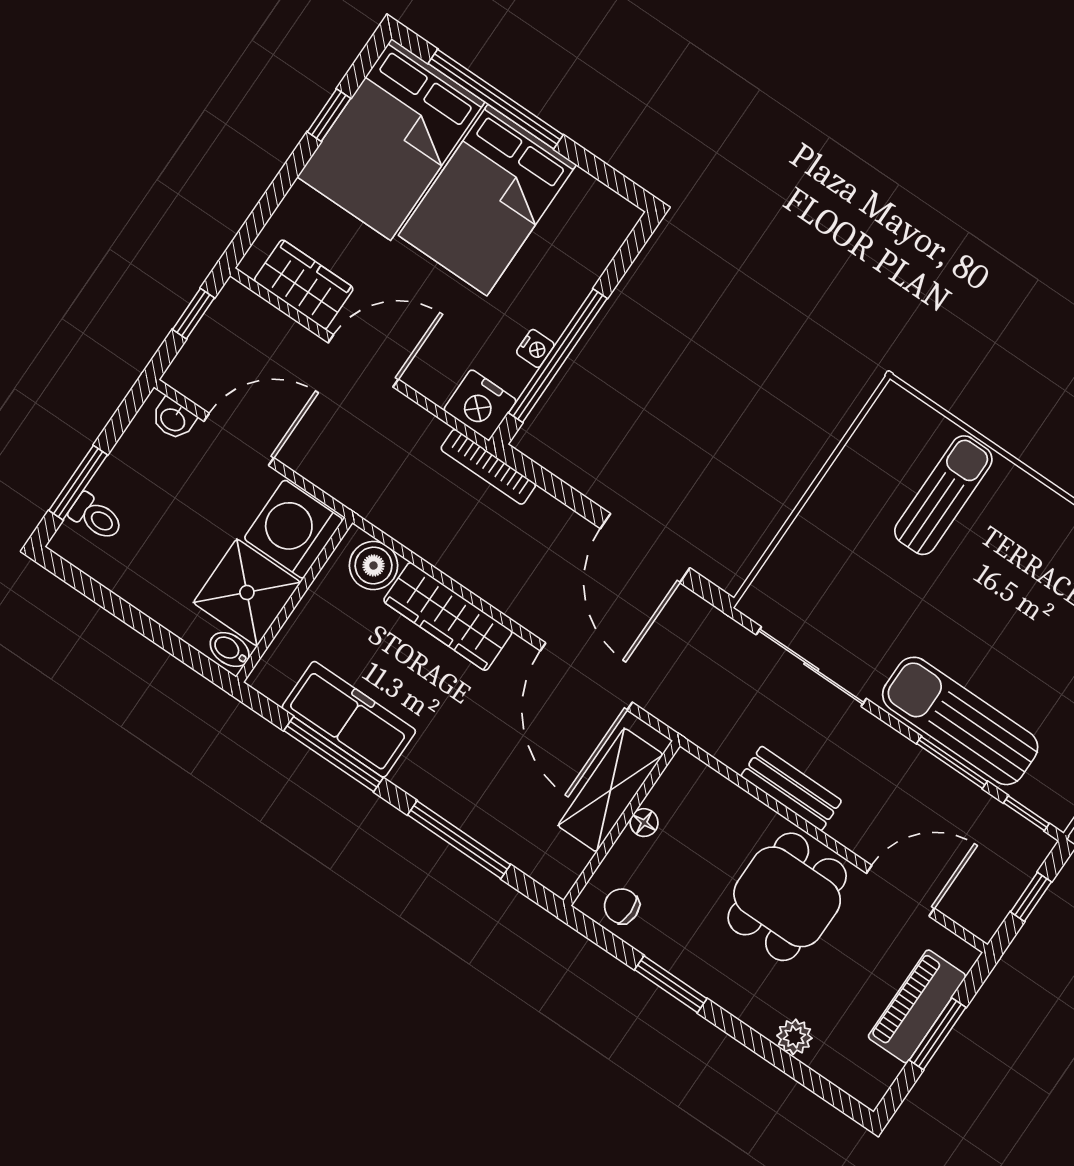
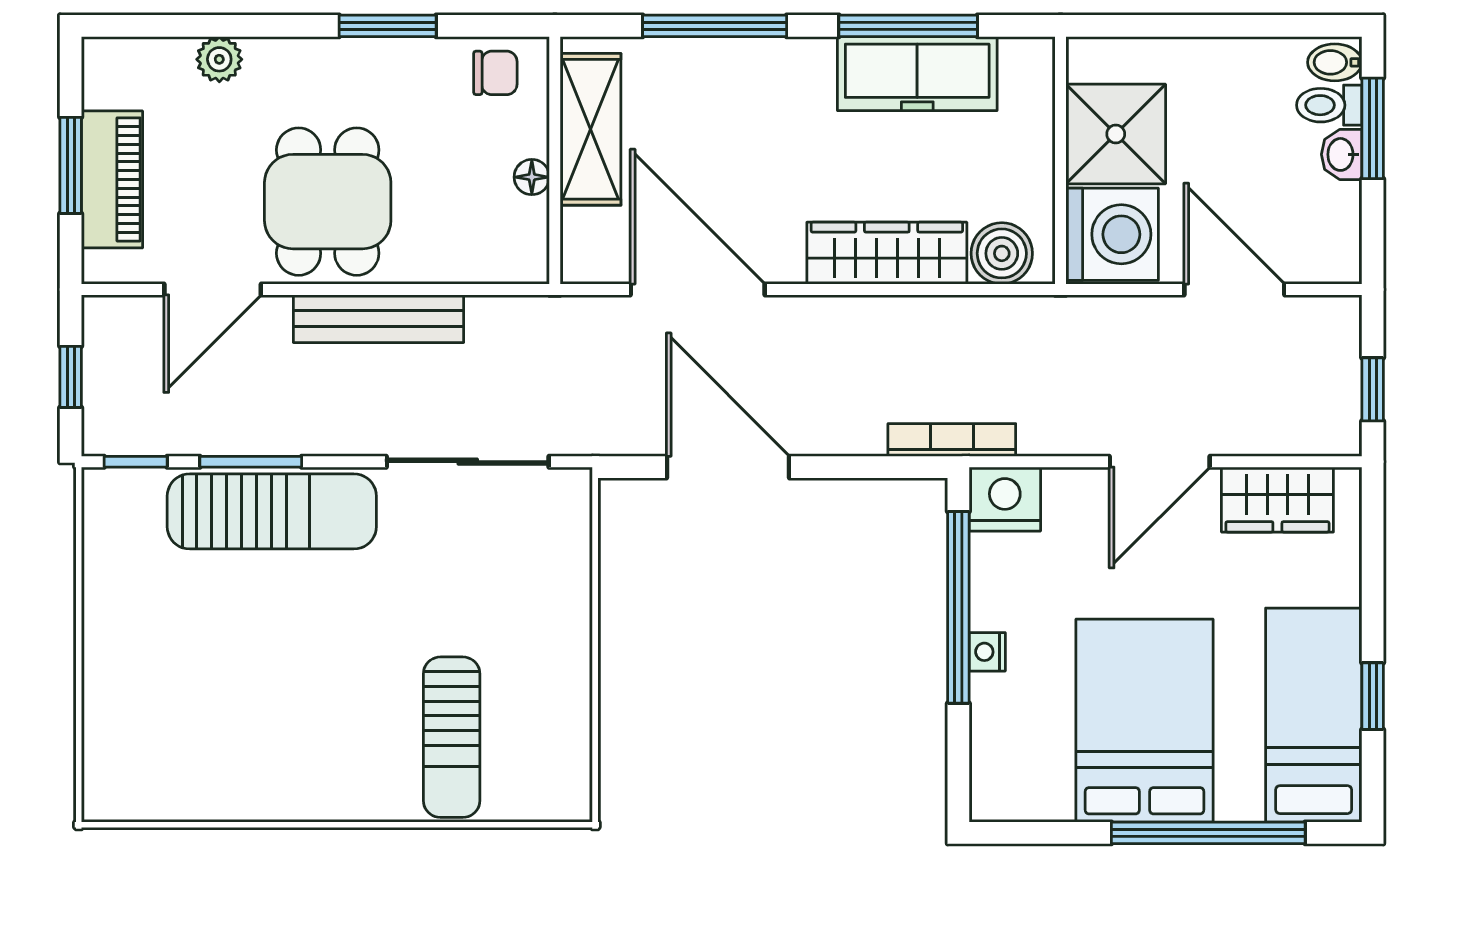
bed: (391, 139) -> (1314, 715), width x0.67
nightstand: (535, 348) -> (987, 652), moved
washbasin: (173, 419) -> (1342, 154), moved, turned -90
door: (239, 439) -> (1234, 289), swing flipped
bidet: (230, 649) -> (1335, 62), moved, turned 180
bench: (791, 789) -> (378, 319), width x1.36
shelving: (610, 790) -> (591, 129), moved

